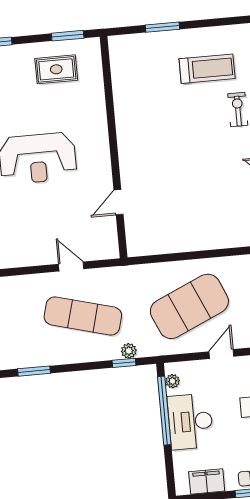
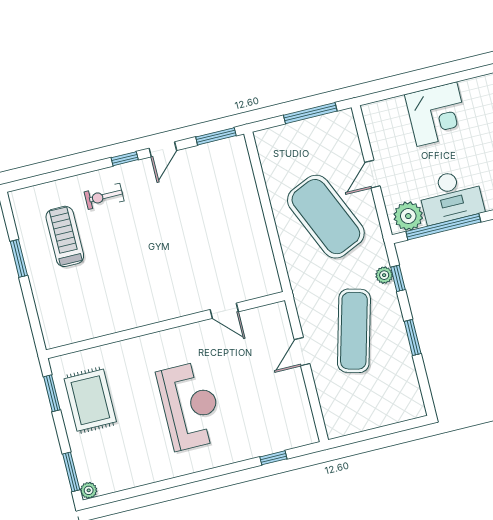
window: (162, 27) -> (19, 258), moved
rug: (56, 69) -> (90, 400), width x1.36, depth x1.43
door: (221, 354) -> (372, 174), hinge flipped
window: (34, 371) -> (413, 338), moved
plant: (172, 381) -> (408, 216), width x1.88, depth x1.88

